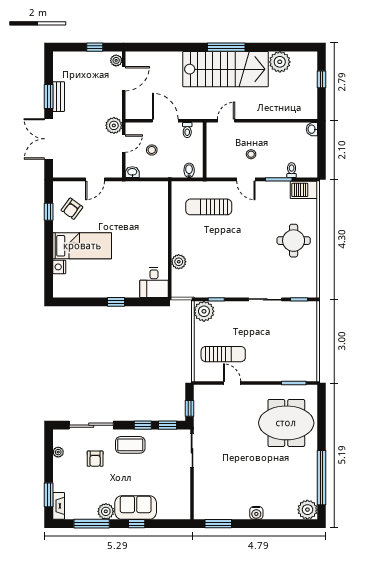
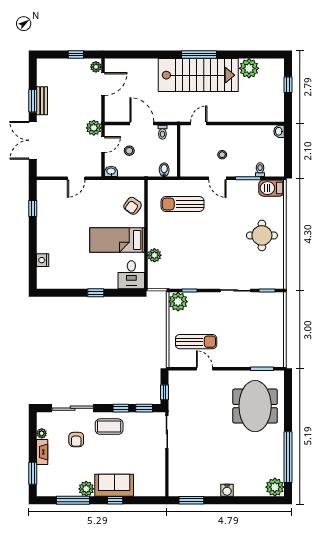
armchair: (72, 209) -> (133, 206), moved
bed: (82, 246) -> (117, 240), moved, turned 180
meeting table: (286, 423) -> (255, 406), turned 90
fireplace: (59, 506) -> (42, 452), moved

